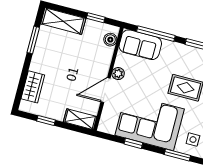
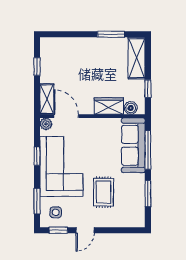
sofa: (140, 45) -> (133, 145), width x1.36
plant: (118, 74) -> (46, 124), moved
wardrobe: (33, 87) -> (109, 106), moved, turned 180
door: (106, 90) -> (66, 116), moved

